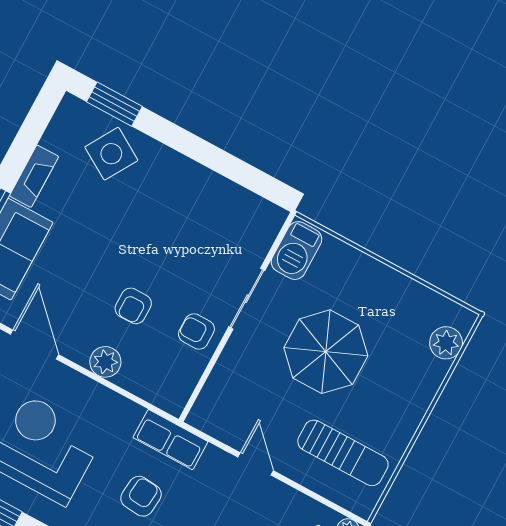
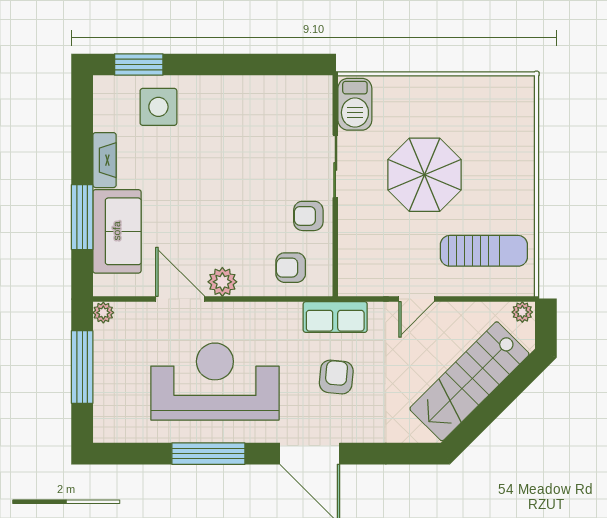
side table: (111, 154) -> (158, 107), turned -31
armchair: (133, 306) -> (291, 268), moved, turned 90
plant: (446, 343) -> (520, 114), removed
plant: (105, 362) -> (222, 282), moved
door: (256, 464) -> (417, 299), swing flipped

